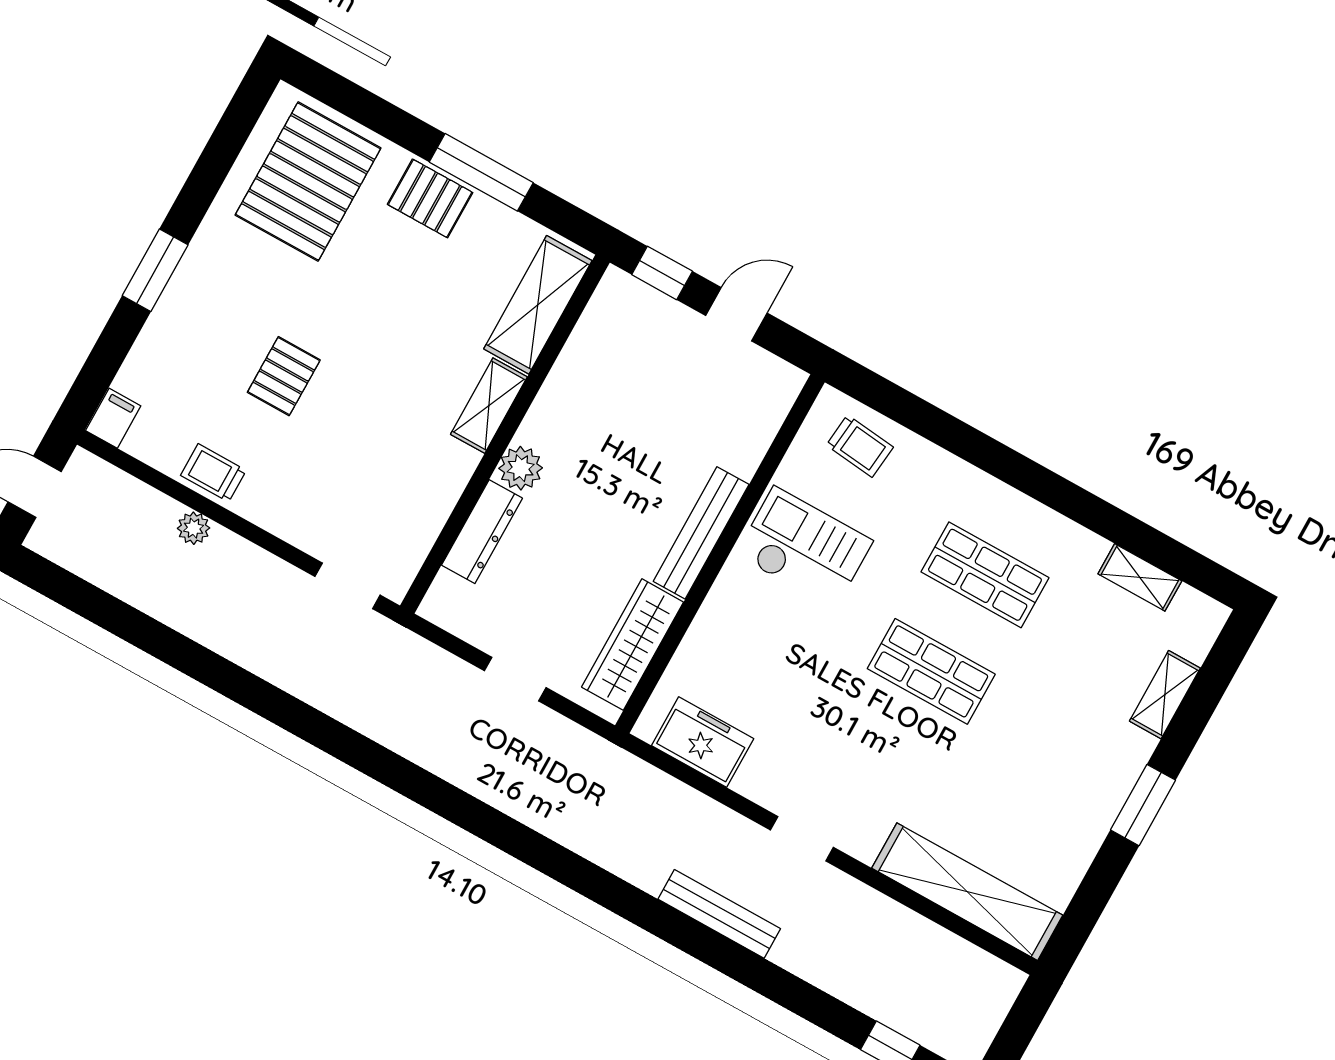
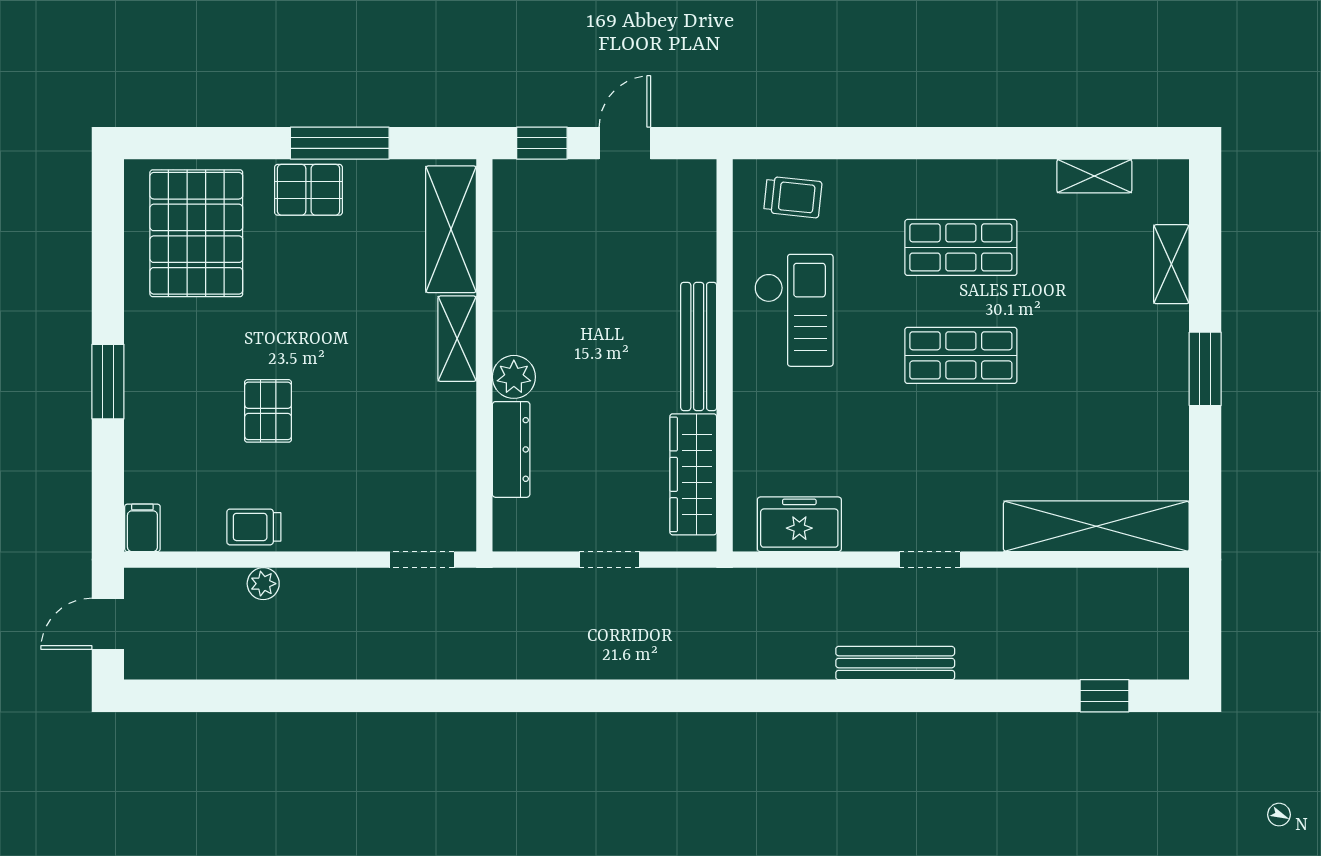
checkout: (804, 548) -> (794, 310), turned 90

